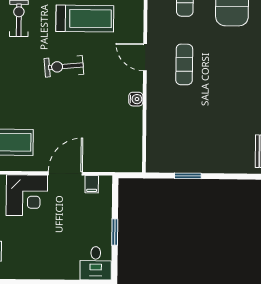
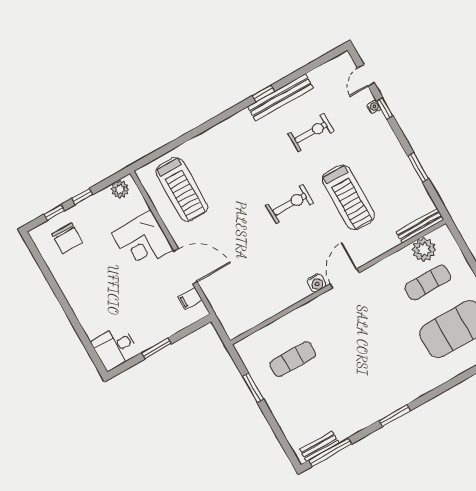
exercise mat: (184, 64) -> (293, 359), moved
exercise bike: (64, 66) -> (290, 204), turned 95
water cooler: (136, 99) -> (317, 283), moved

